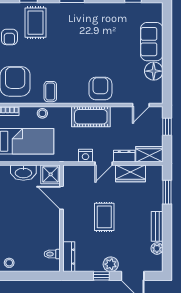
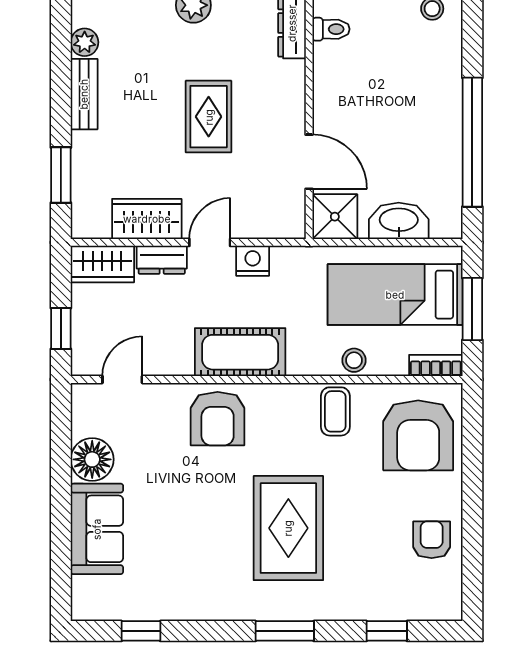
rug: (35, 23) -> (288, 528), moved, width x1.36, depth x1.43

